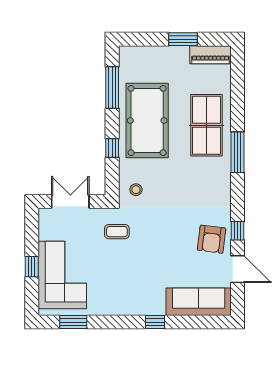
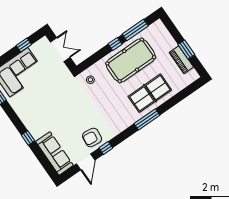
piano: (210, 55) -> (181, 60), moved
window: (112, 148) -> (115, 44), moved
coffee table: (117, 232) -> (61, 85), removed
window: (32, 267) -> (24, 45), moved

